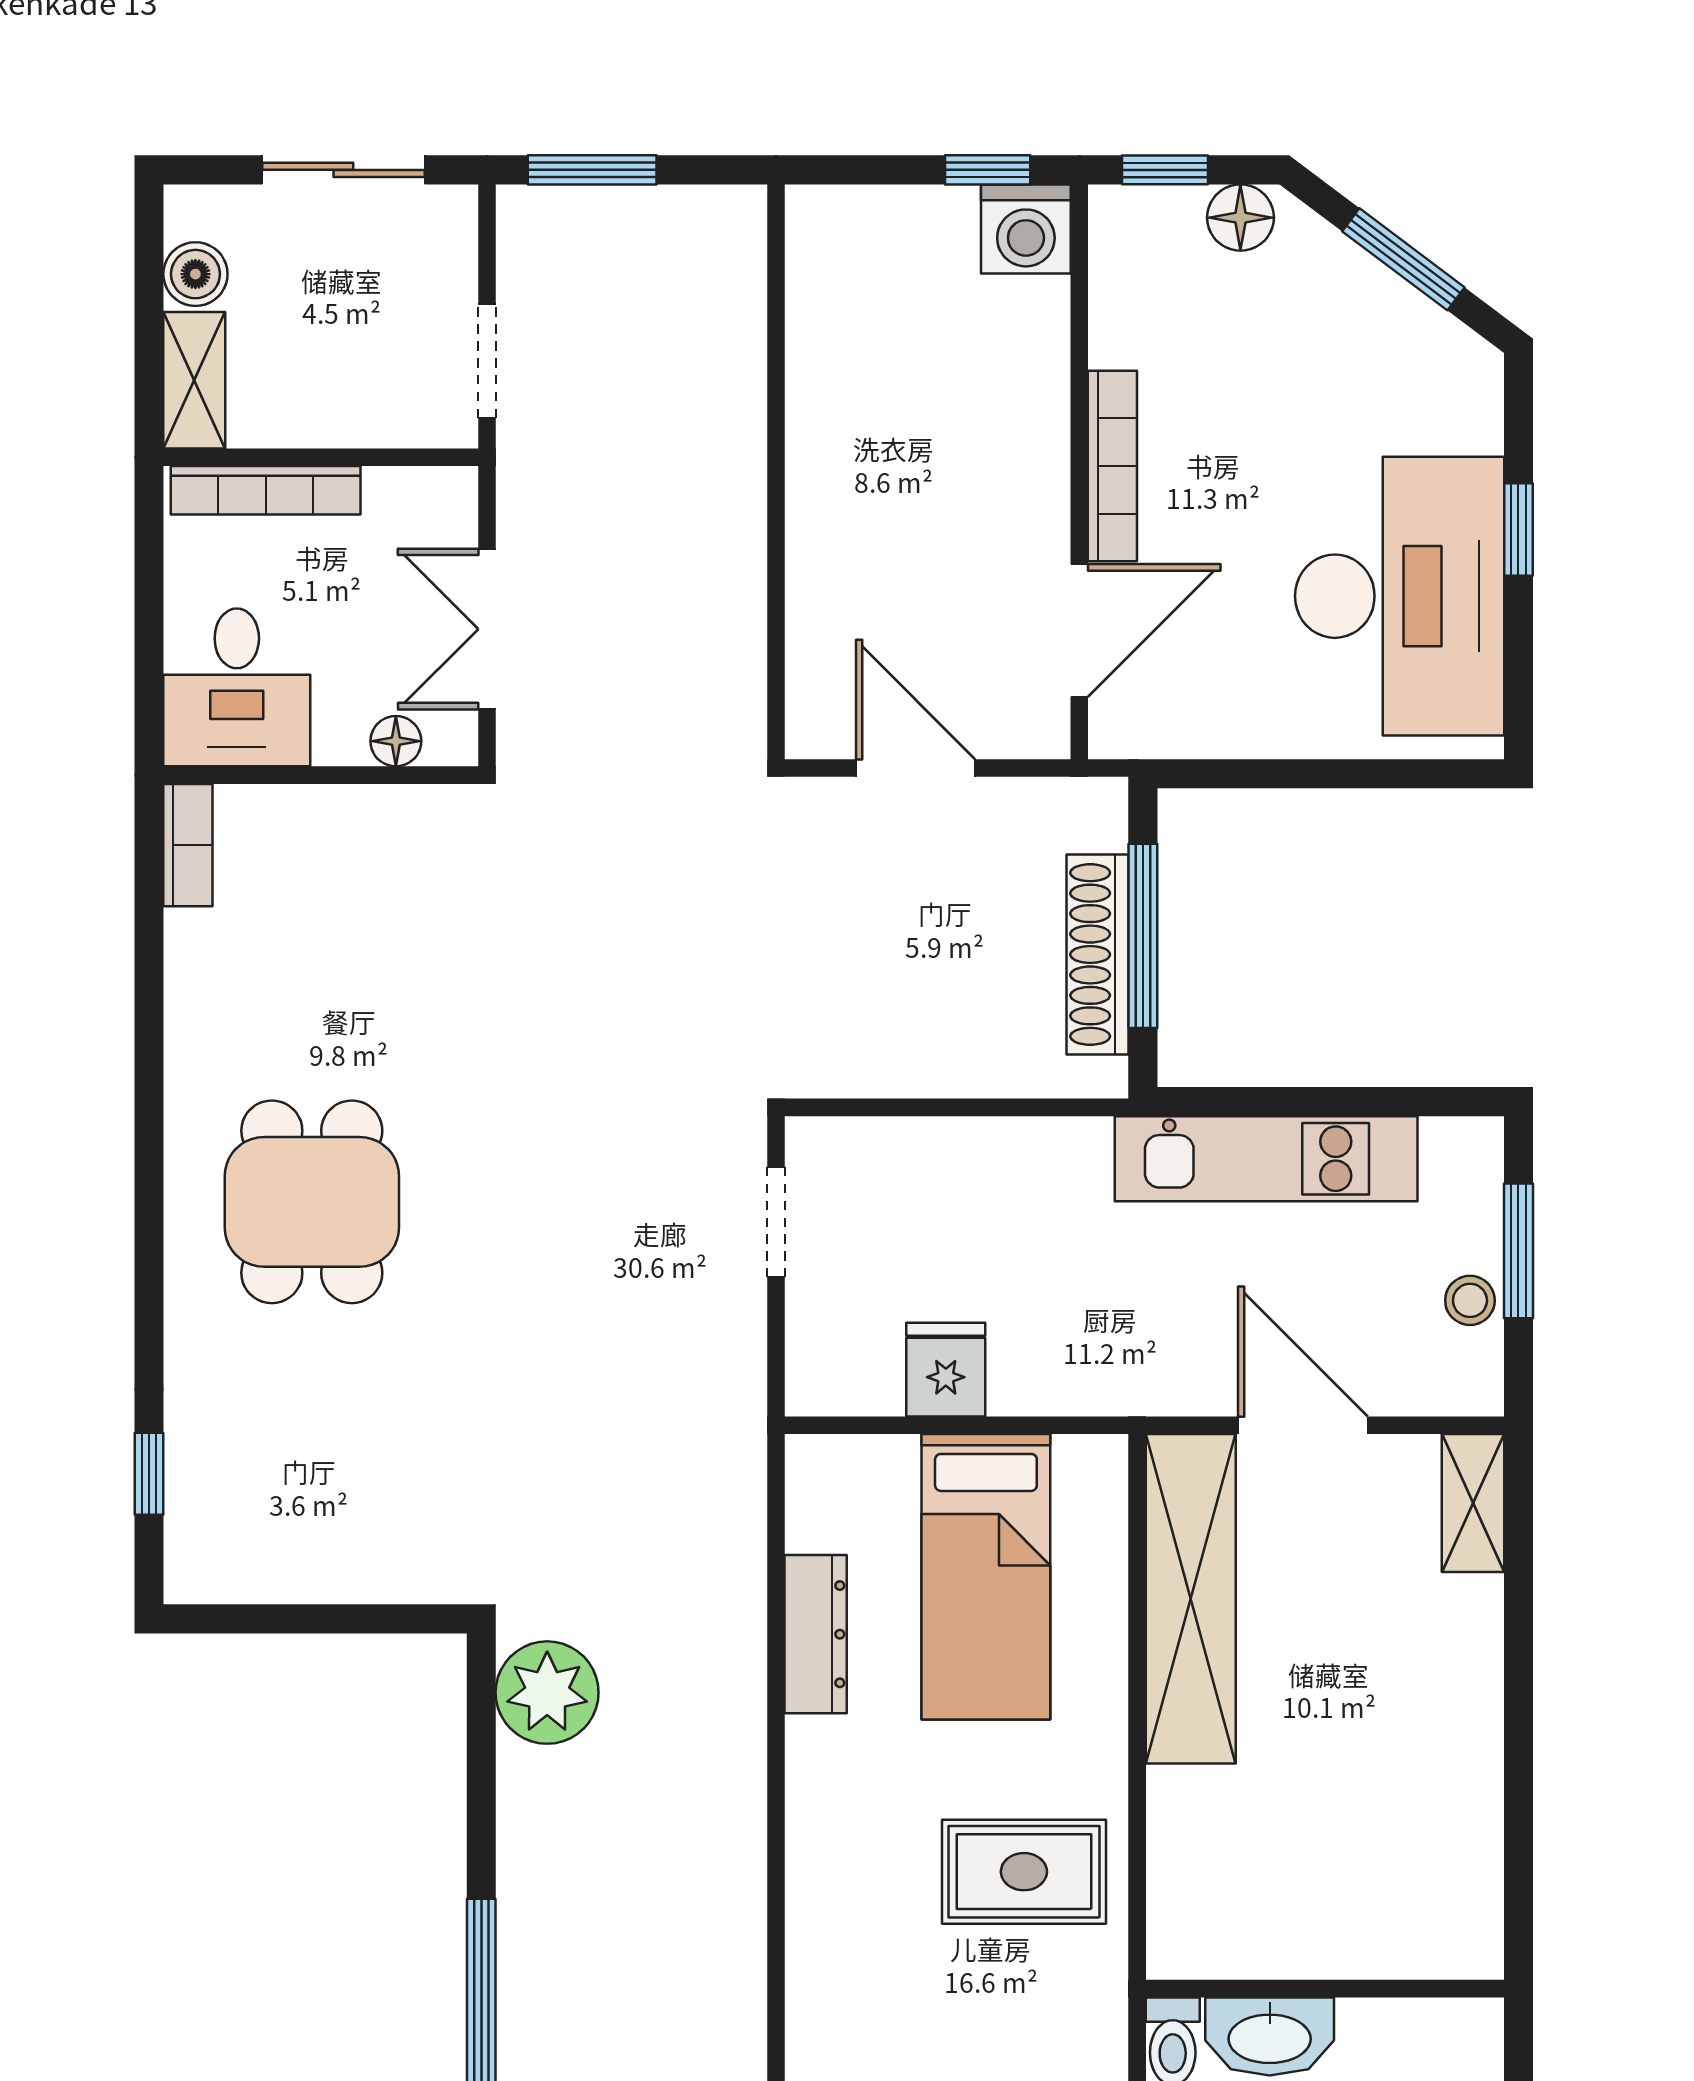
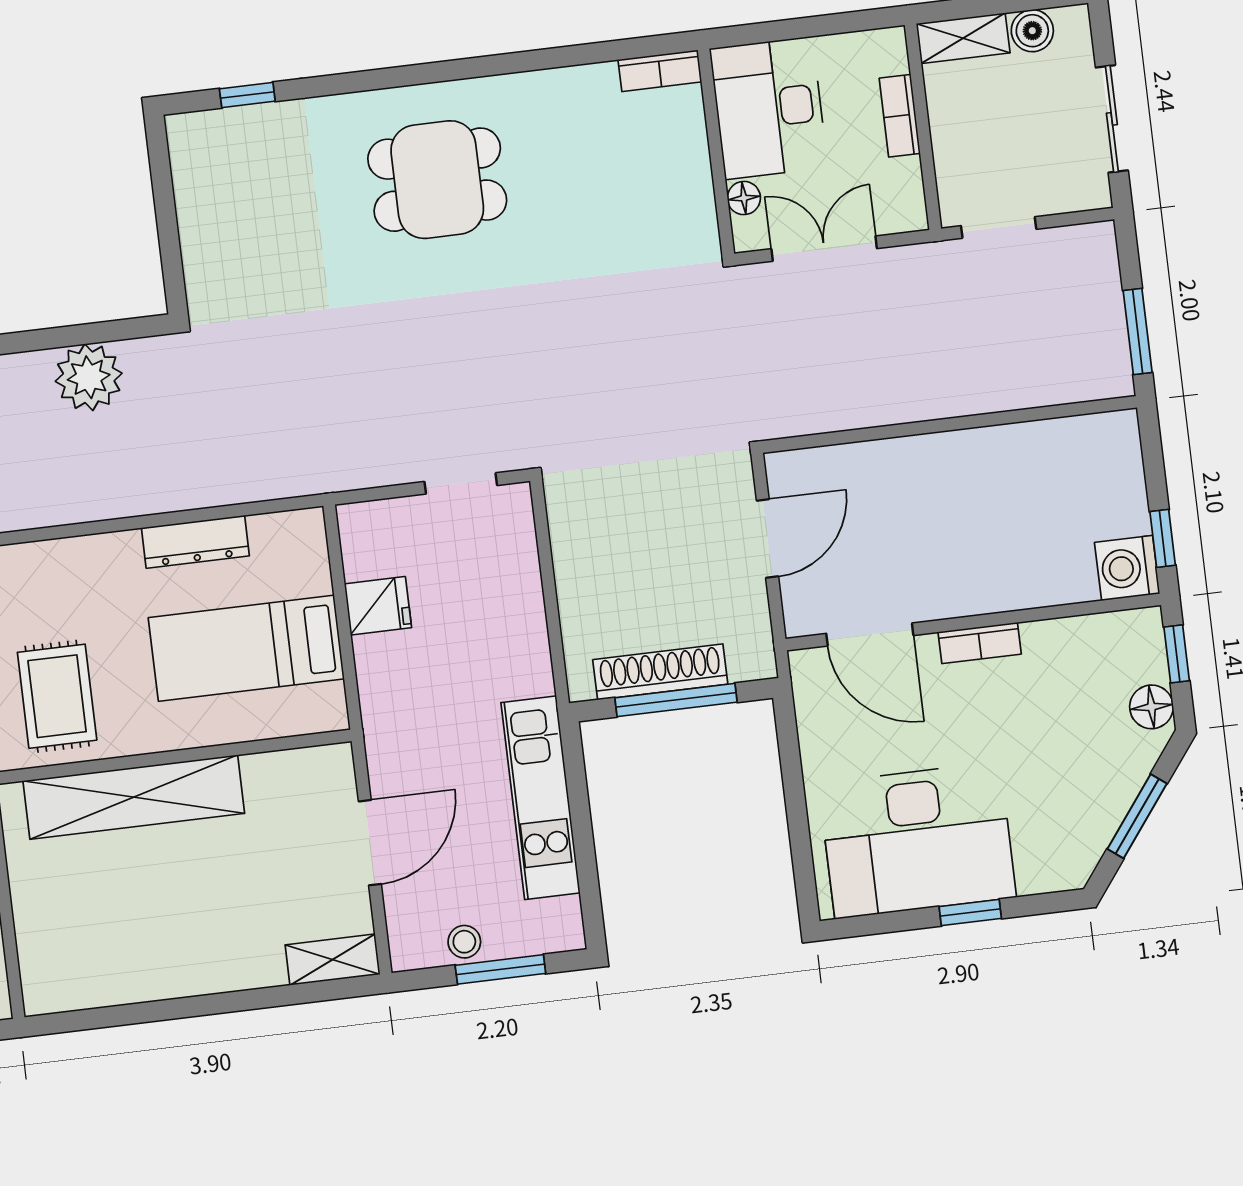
window: (592, 170) -> (1138, 331), moved
bookcase: (1112, 466) -> (980, 643), width x0.64
bookcase: (266, 490) -> (900, 116), width x0.64
desk: (237, 687) -> (769, 108), width x1.37
shelving: (1191, 1599) -> (134, 797), moved
plant: (547, 1693) -> (89, 377), moved

